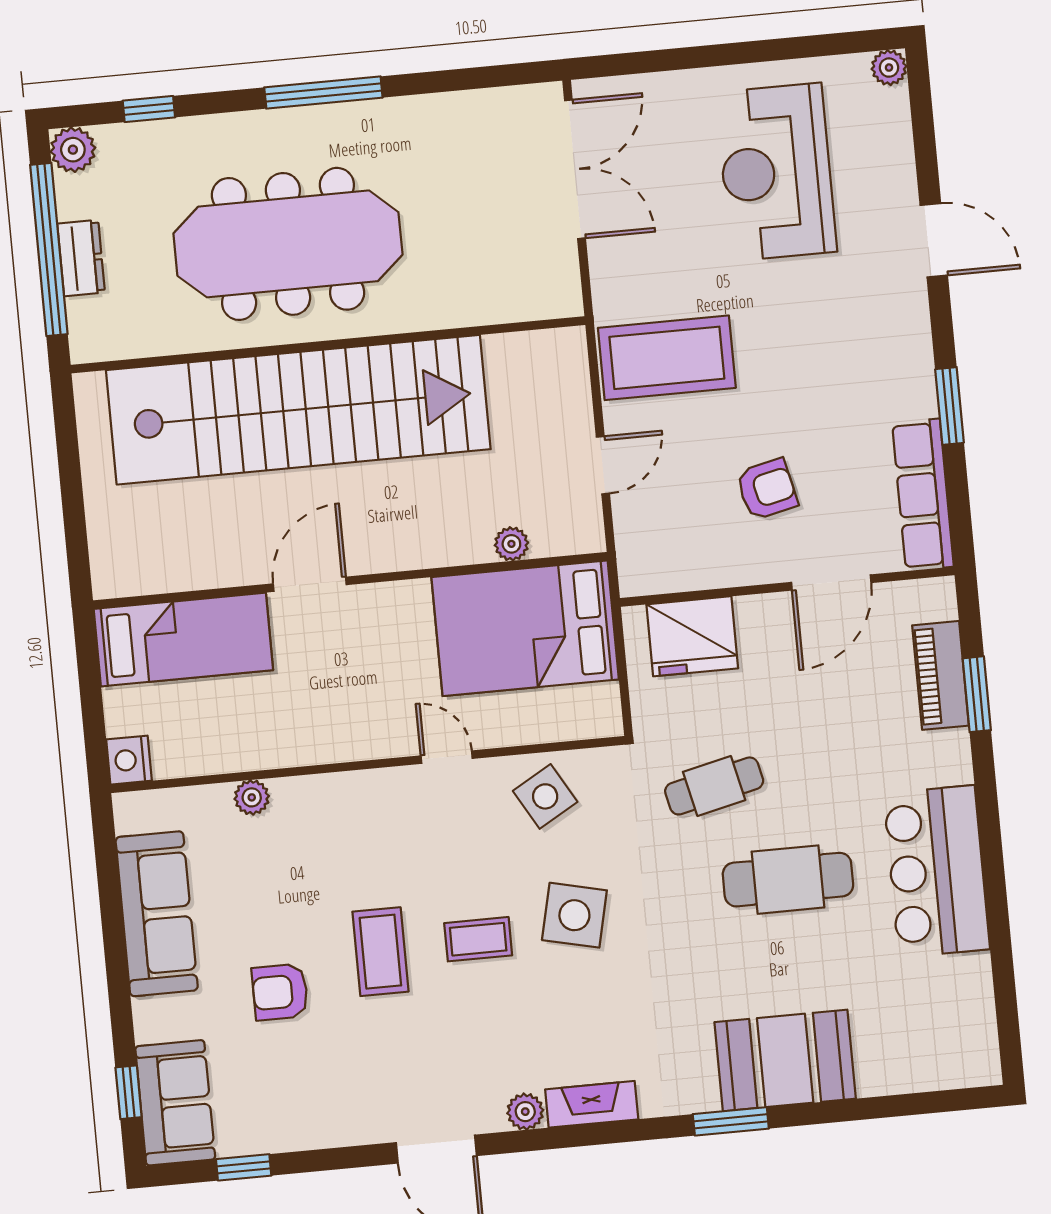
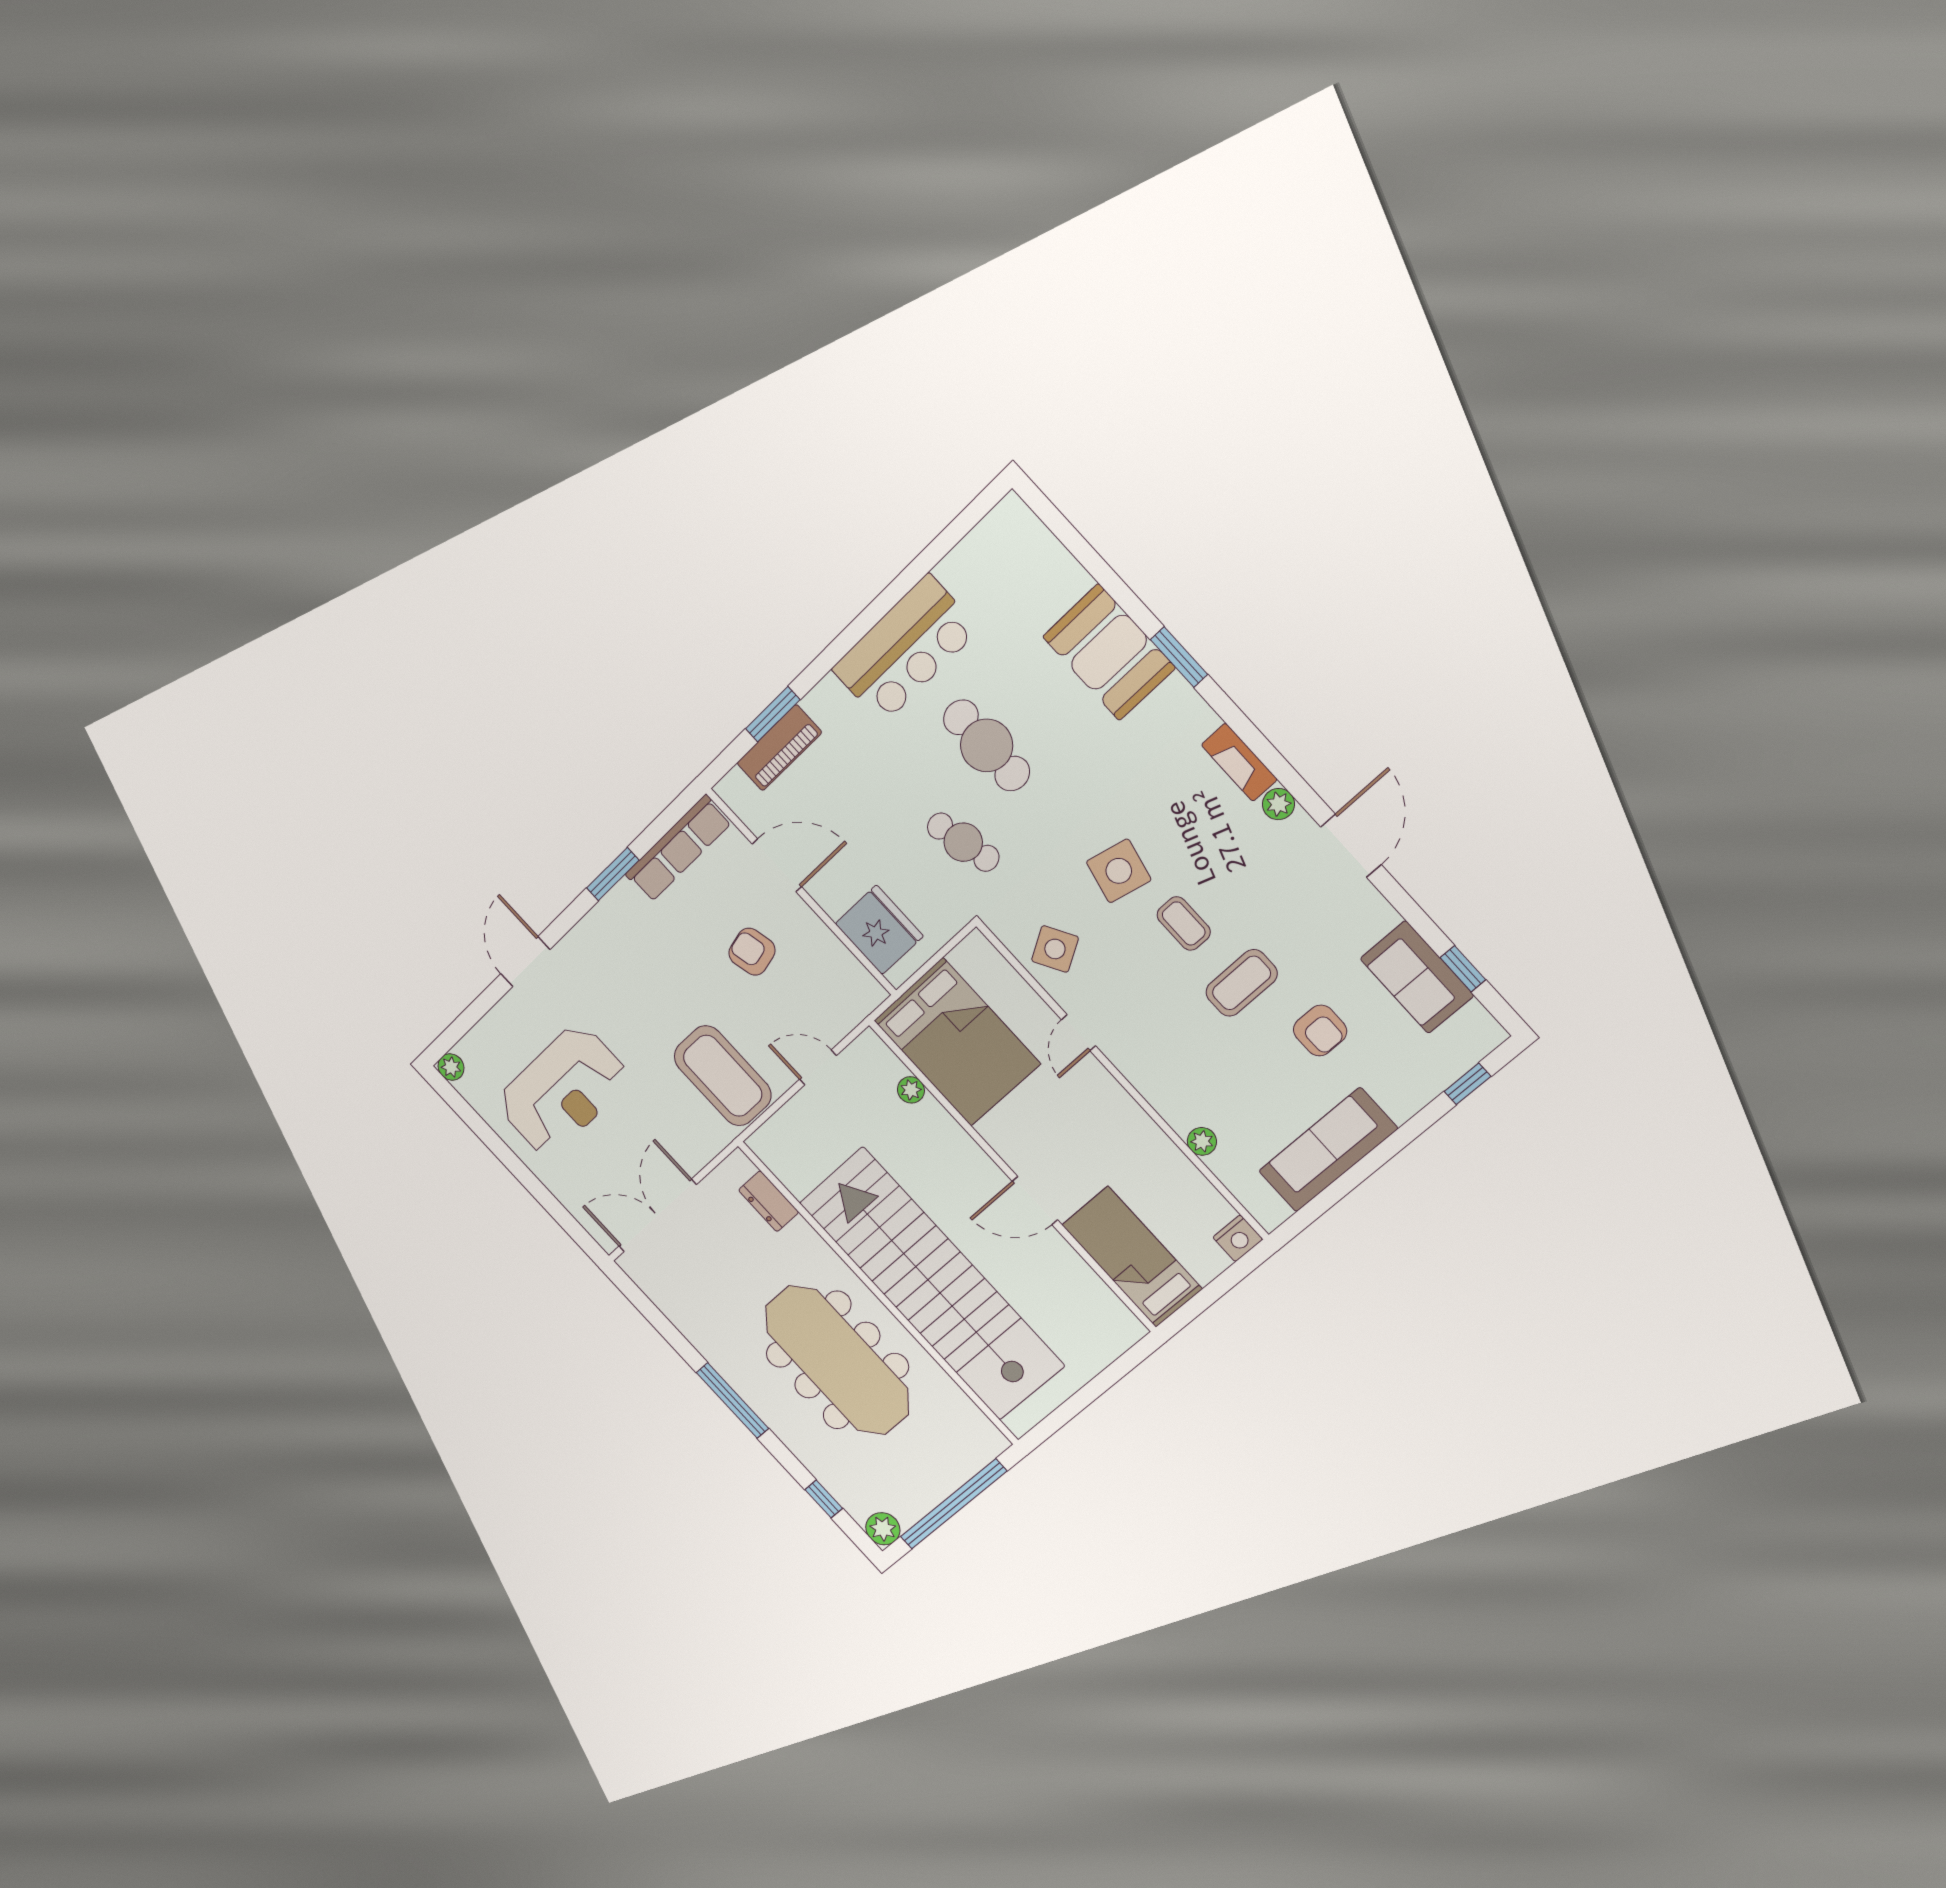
dresser: (81, 258) -> (769, 1201), moved, turned -90
sofa: (175, 1103) -> (1417, 977), moved, turned -90

